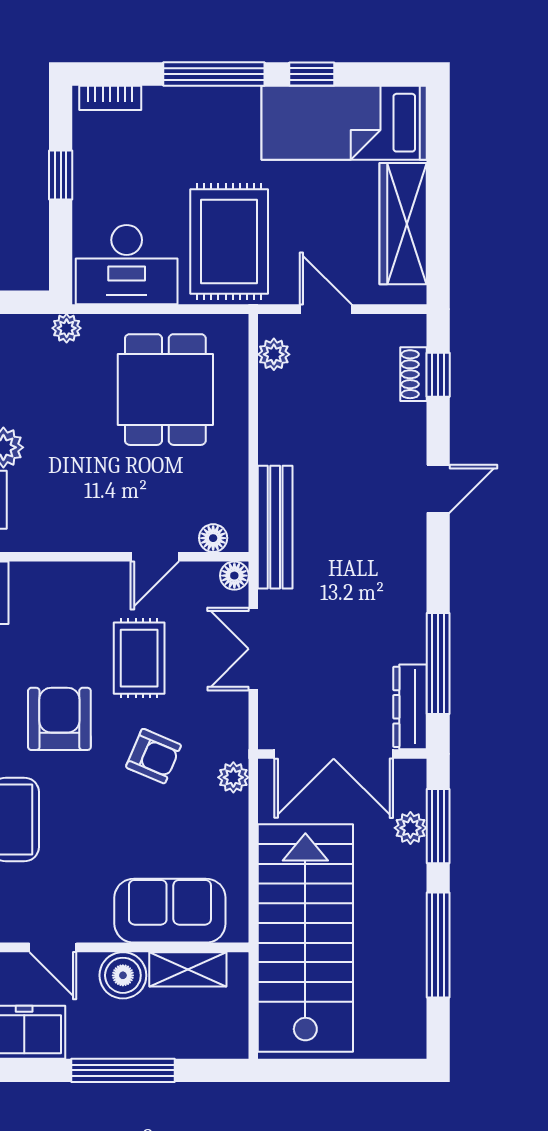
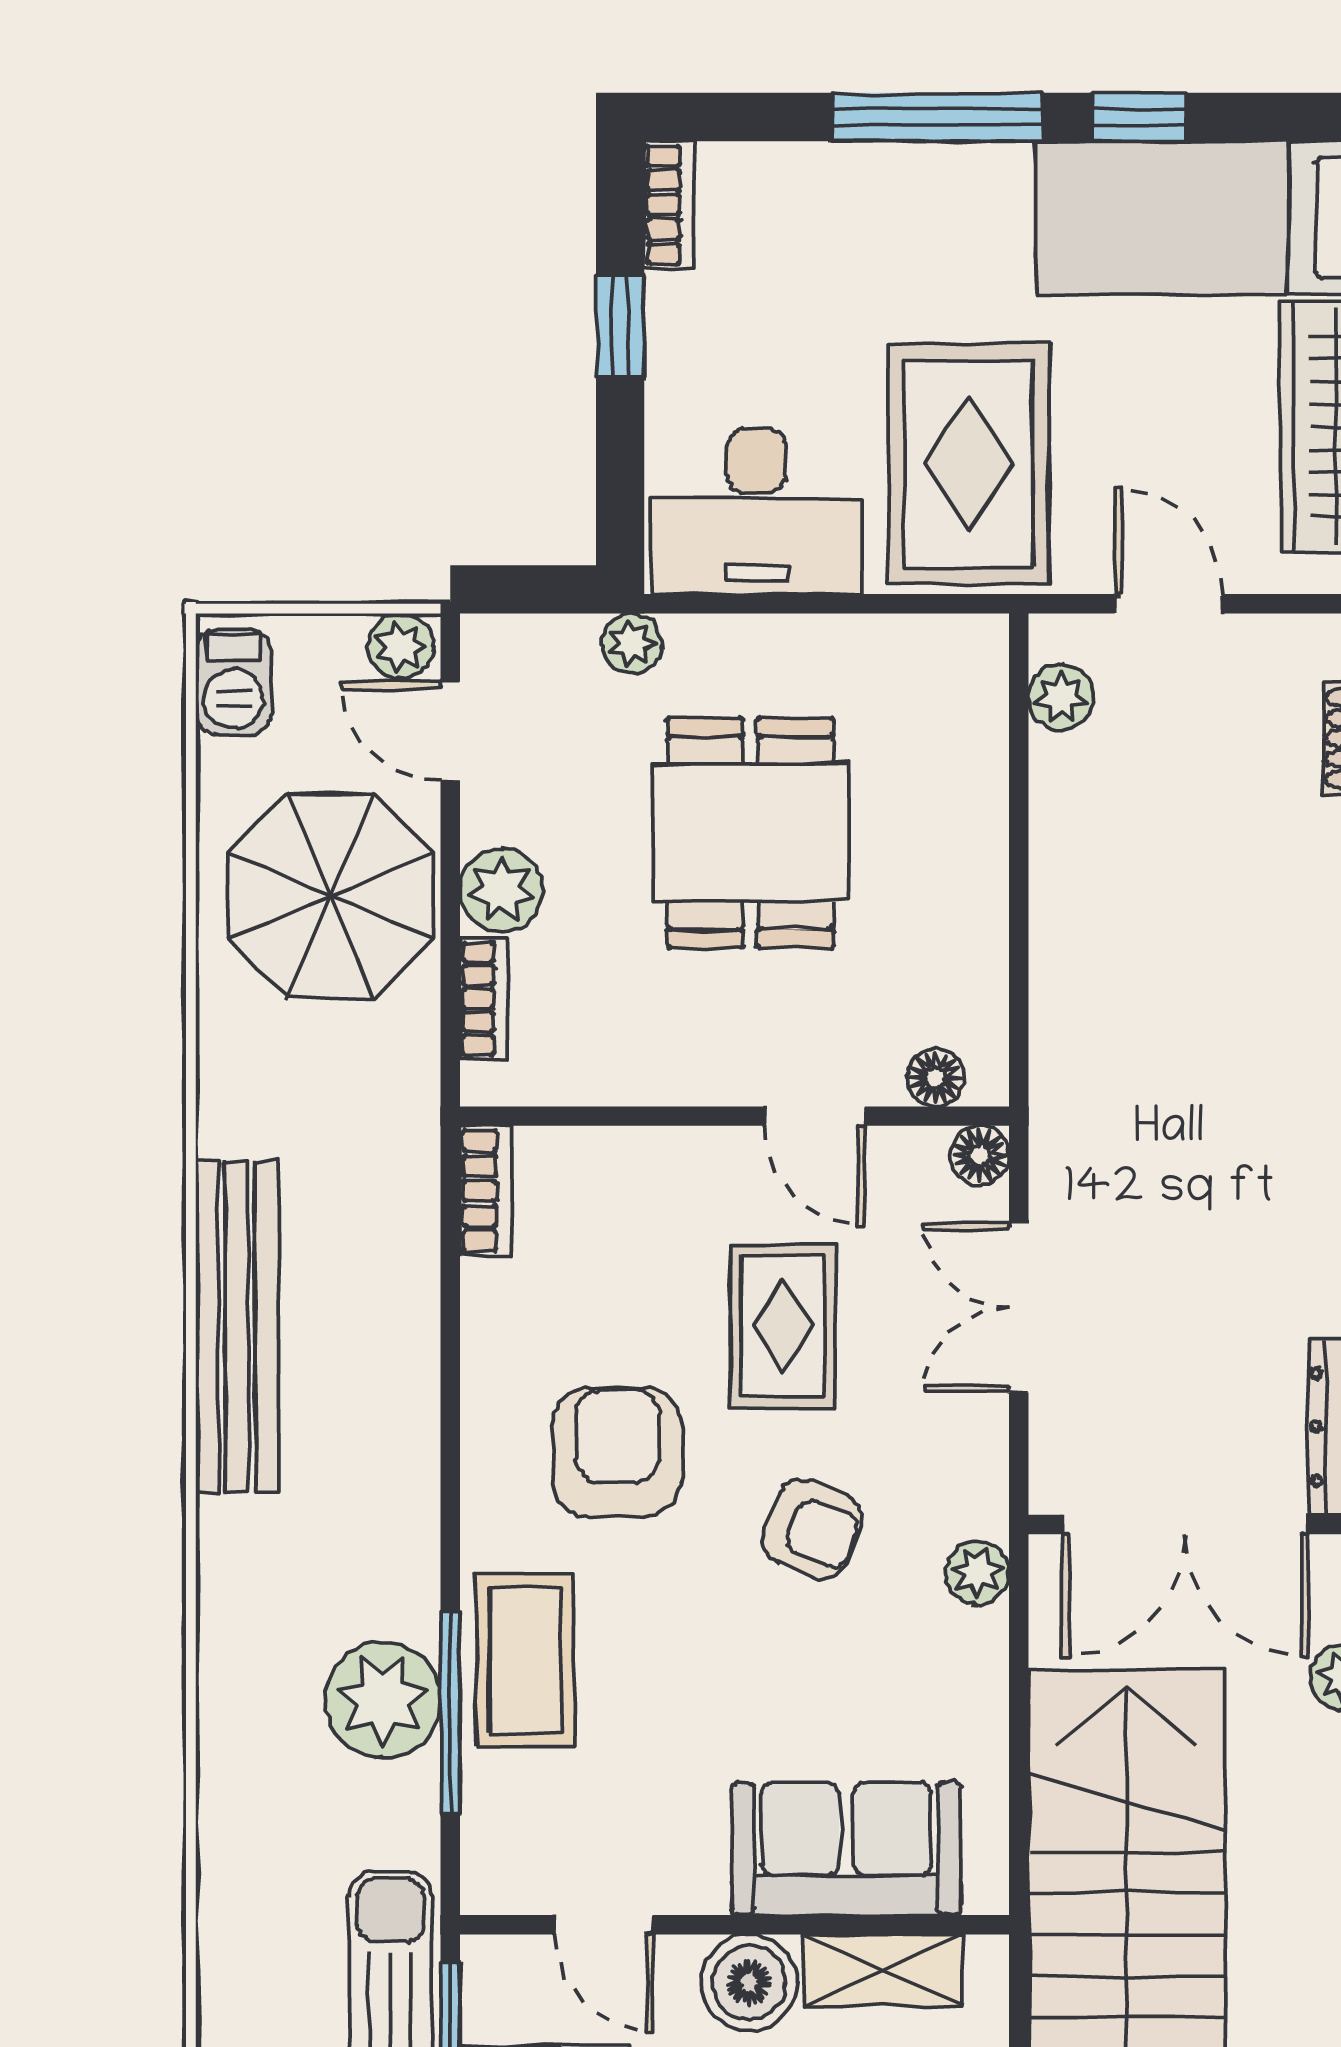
bookcase: (110, 98) -> (670, 205), moved, turned -90
dining table: (165, 390) -> (750, 833), moved
bench: (275, 527) -> (1064, 1055), removed
door: (155, 557) -> (815, 1116), hinge flipped

